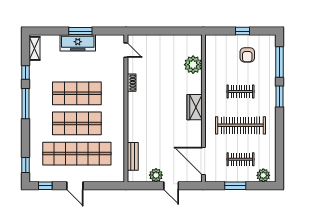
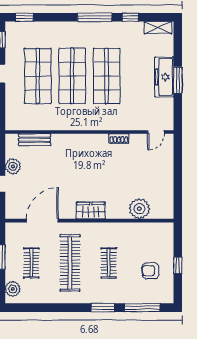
shop shelf: (77, 154) -> (38, 76), width x0.71
door: (203, 161) -> (42, 221), moved

